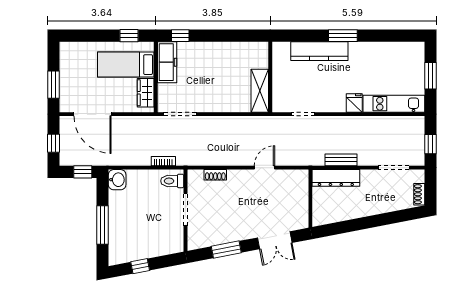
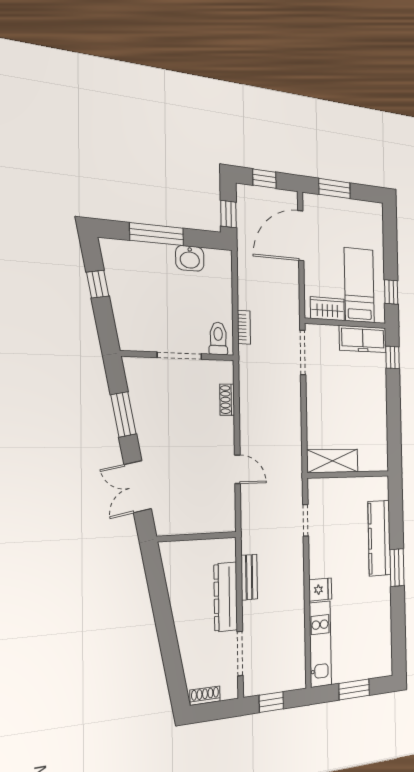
dresser: (336, 178) -> (226, 597), moved
washbasin: (117, 180) -> (190, 258), moved

